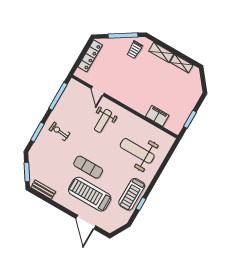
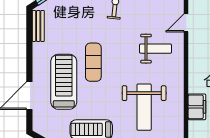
weight bench: (103, 121) -> (156, 49), turned 180
weight bench: (137, 151) -> (144, 107), turned 180

